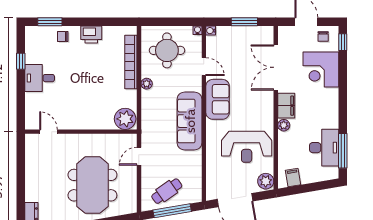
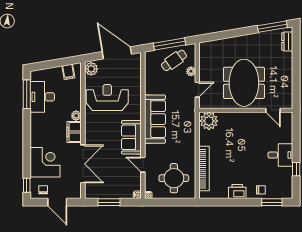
plant: (147, 84) -> (191, 71), moved
meeting table: (92, 185) -> (244, 83), moved

